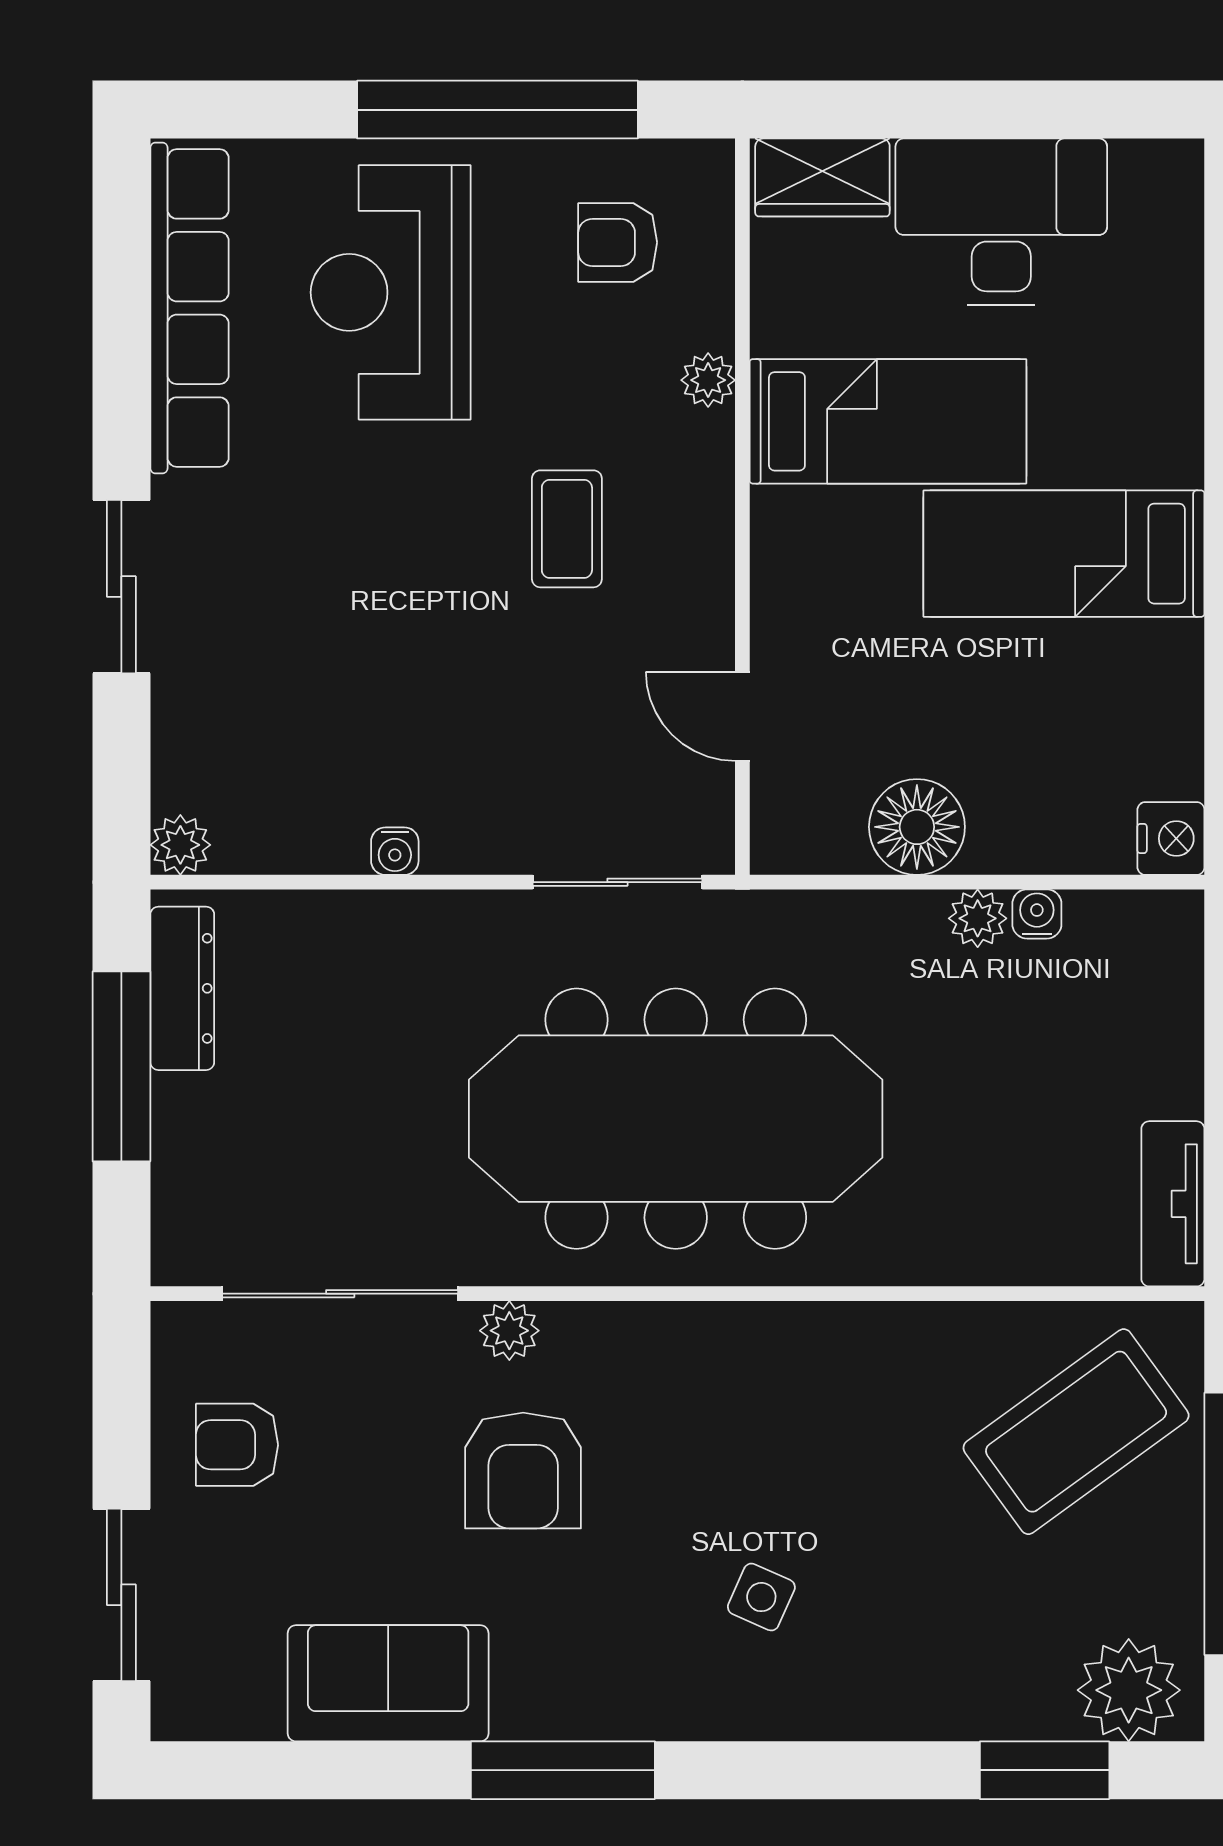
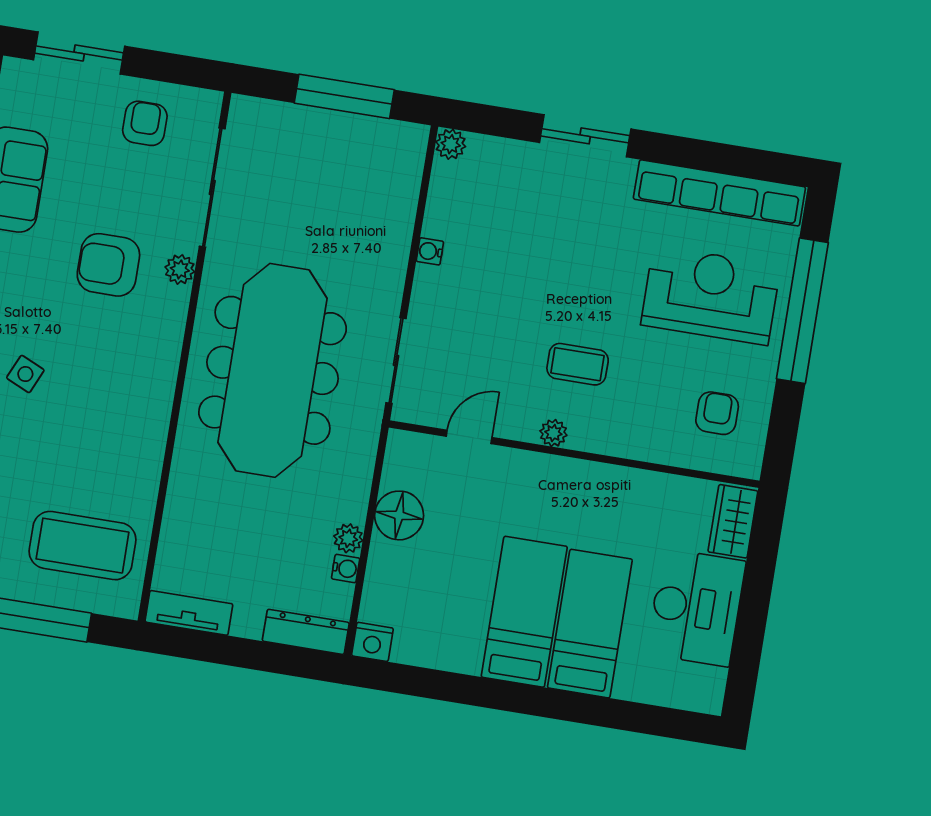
window: (497, 110) -> (802, 311), moved
plant: (708, 380) -> (553, 433), moved
bed: (888, 421) -> (590, 624), moved, turned 180
dresser: (182, 988) -> (306, 632), moved, turned 180
coffee table: (1076, 1432) -> (83, 546), turned -54

